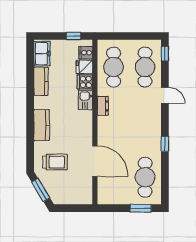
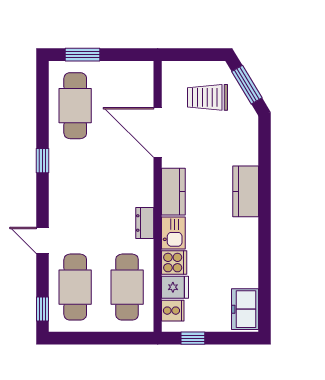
kitchen counter: (41, 81) -> (173, 192), moved, turned 180
trolley: (55, 162) -> (208, 97), moved

